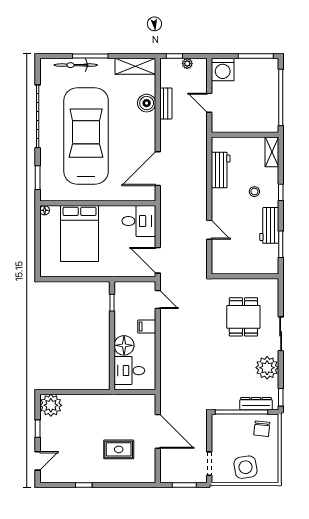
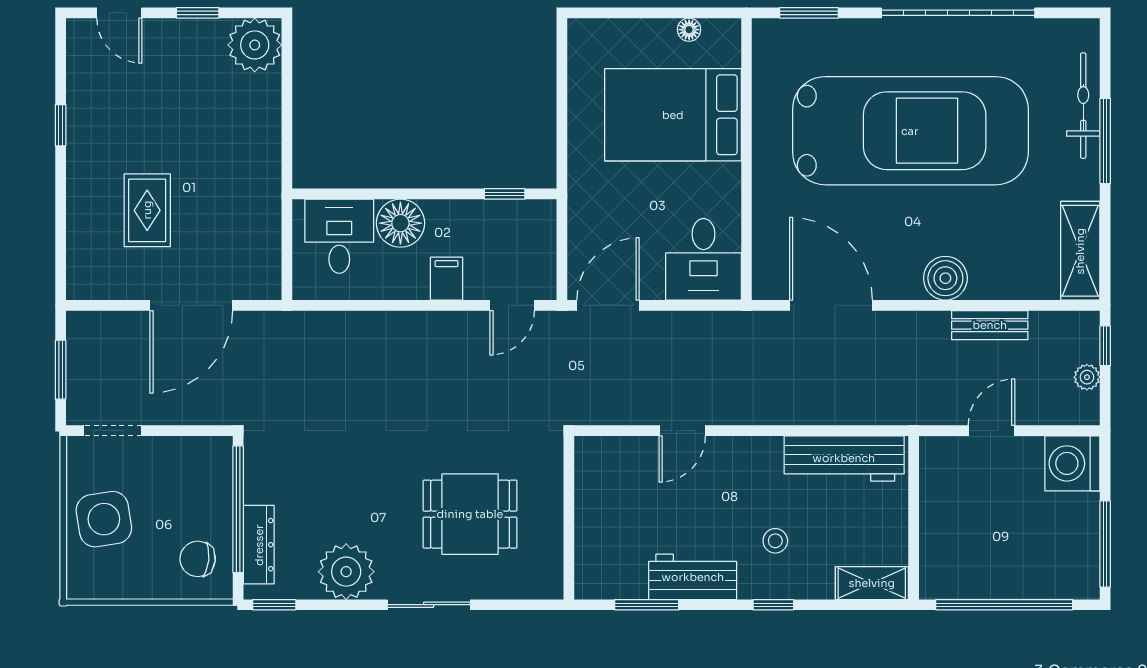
boiler: (147, 103) -> (945, 278), moved
workbench: (221, 170) -> (844, 458), width x1.38
floor lamp: (45, 210) -> (689, 30), moved

